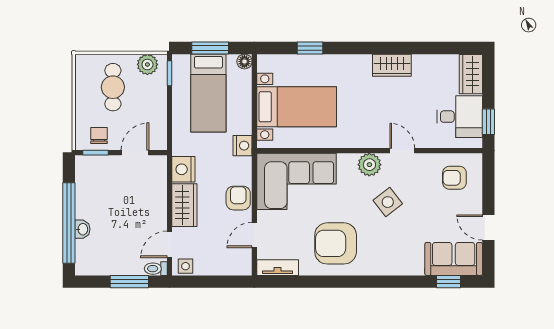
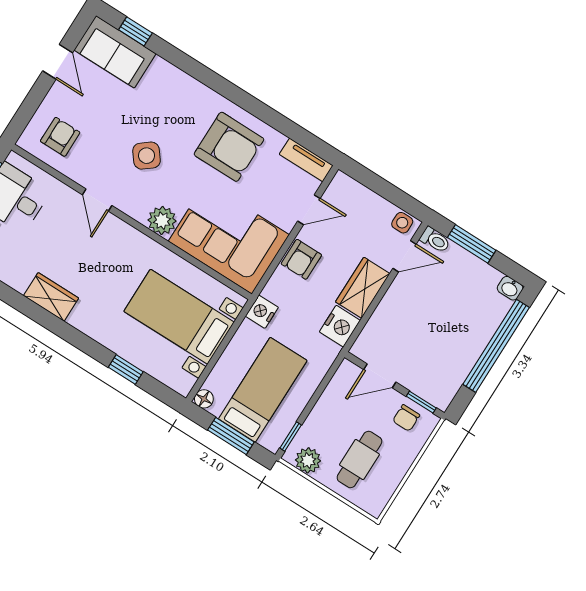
plant: (369, 165) -> (162, 221), moved
armchair: (454, 178) -> (60, 137), turned -90
washbasin: (82, 229) -> (510, 288), moved, turned -90

